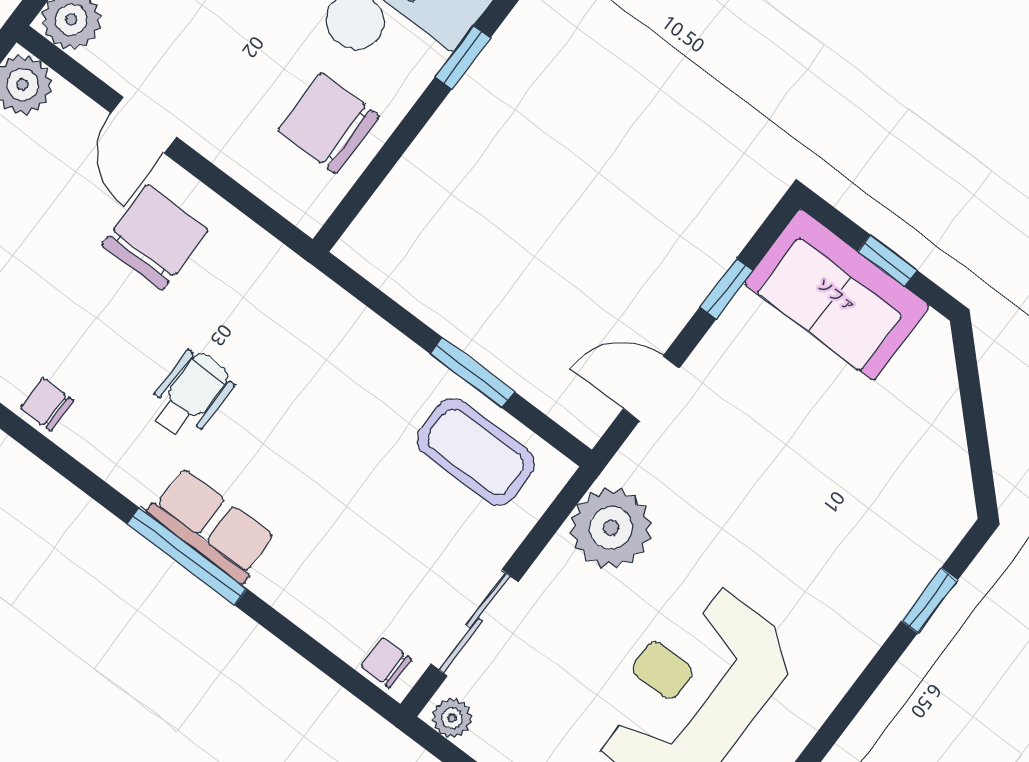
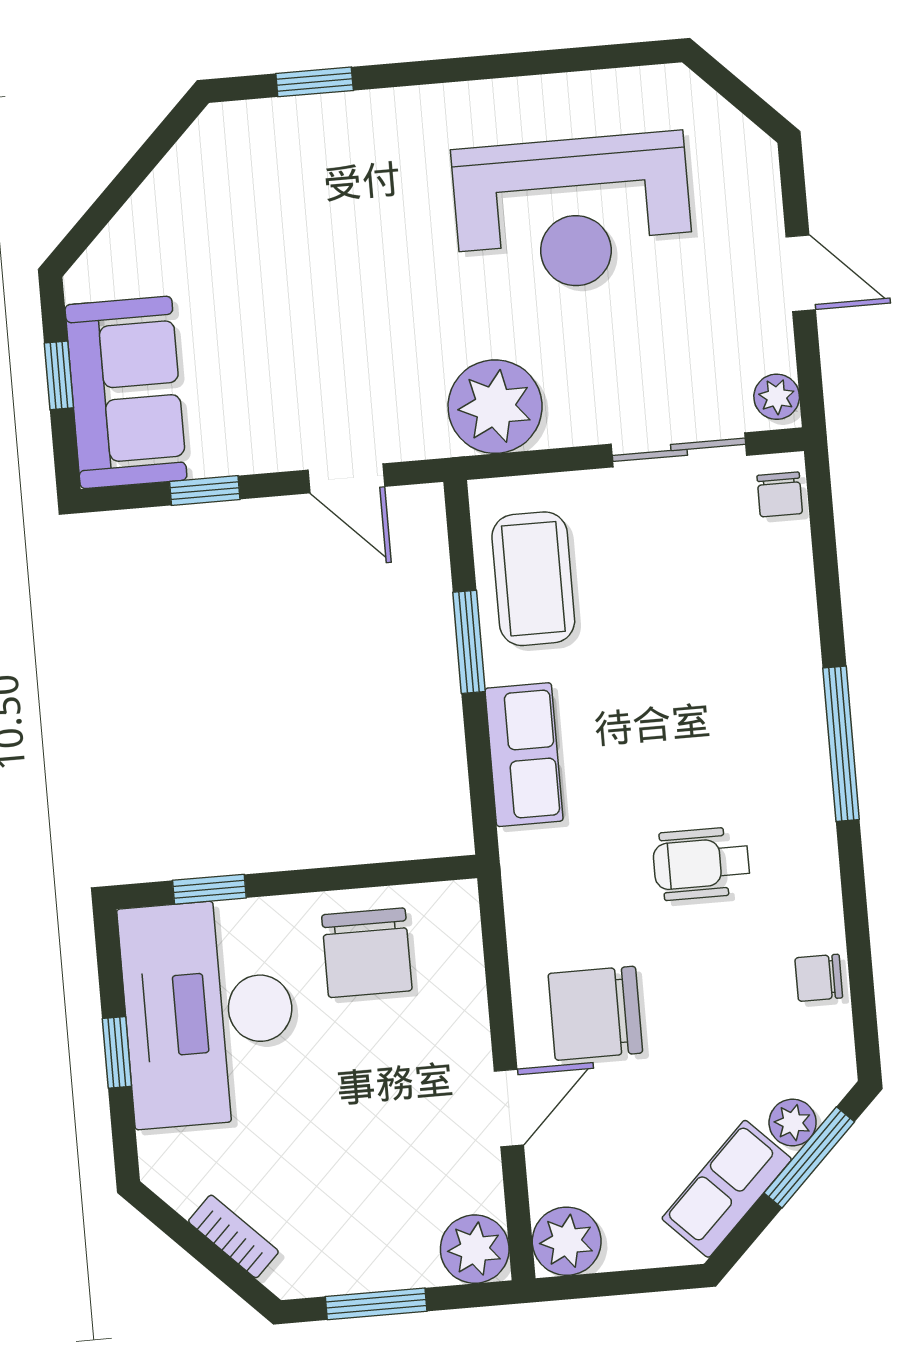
chair: (47, 404) -> (819, 978), turned 90
row of seats: (212, 525) -> (524, 755), moved, turned 180

